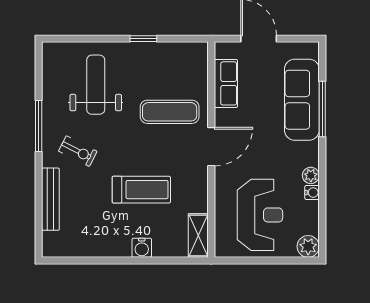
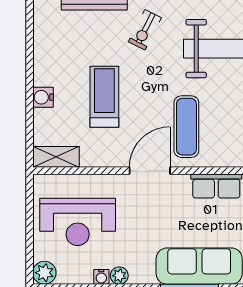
door: (211, 147) -> (150, 171), swing flipped
treadmill: (141, 190) -> (104, 97), turned 180

